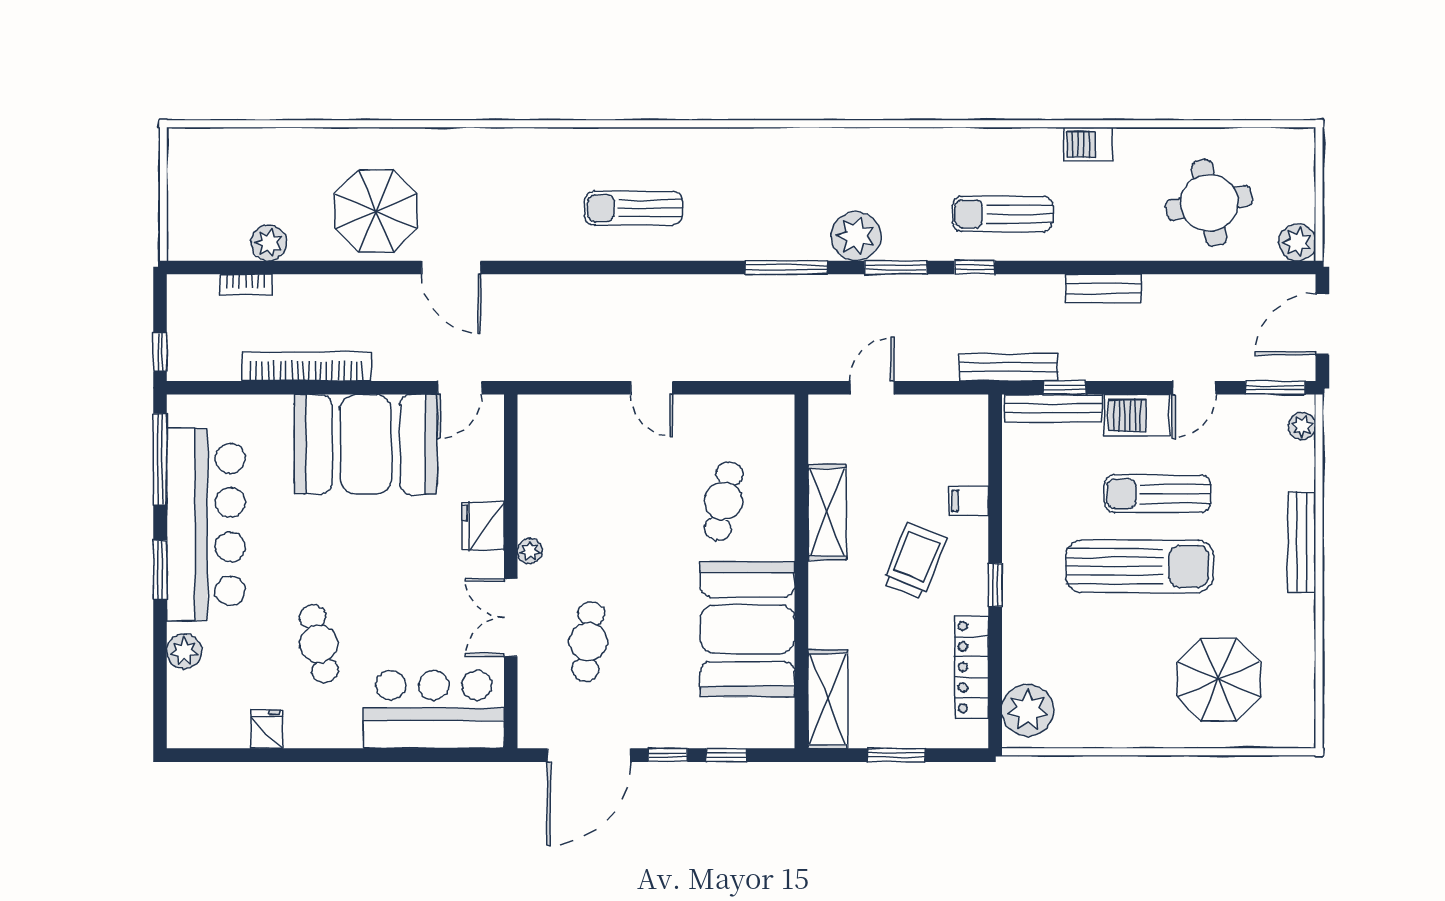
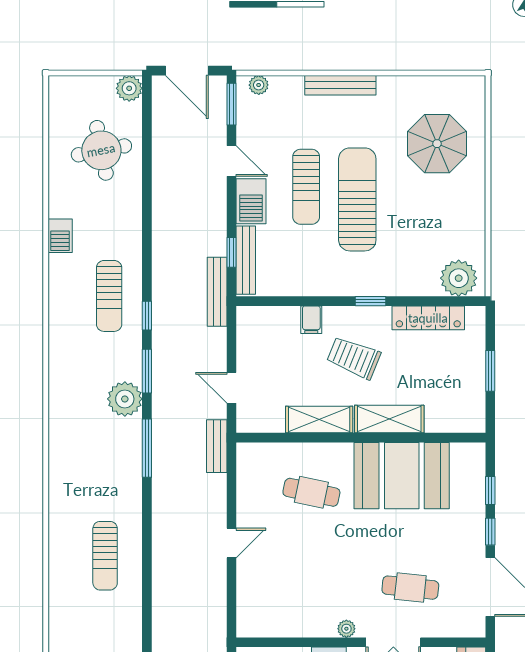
bench: (1103, 288) -> (217, 446), moved
shelving: (828, 699) -> (389, 419), moved

